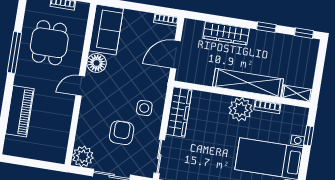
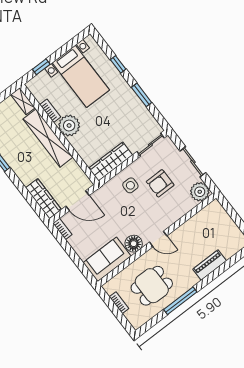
wardrobe: (226, 33) -> (43, 199), moved
piano: (20, 111) -> (210, 265), width x0.73, depth x0.75

